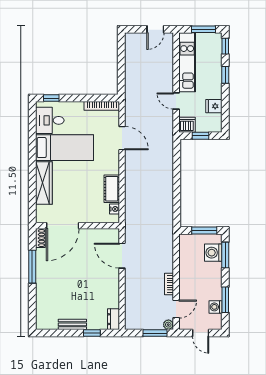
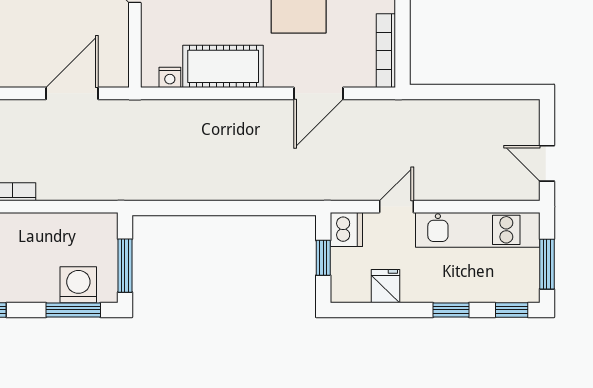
cot: (112, 189) -> (223, 66), width x1.37, depth x1.34

